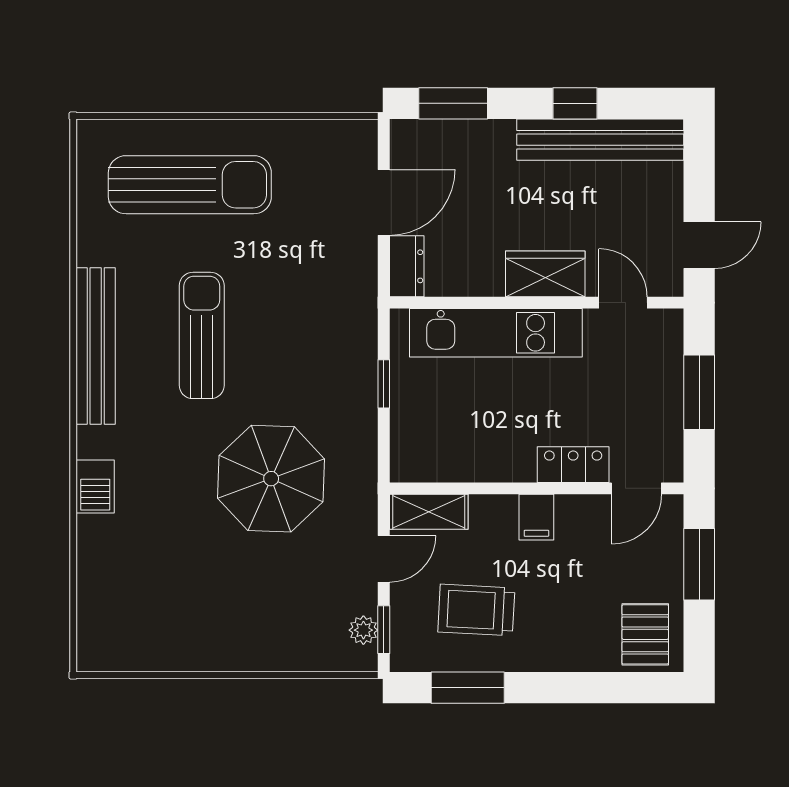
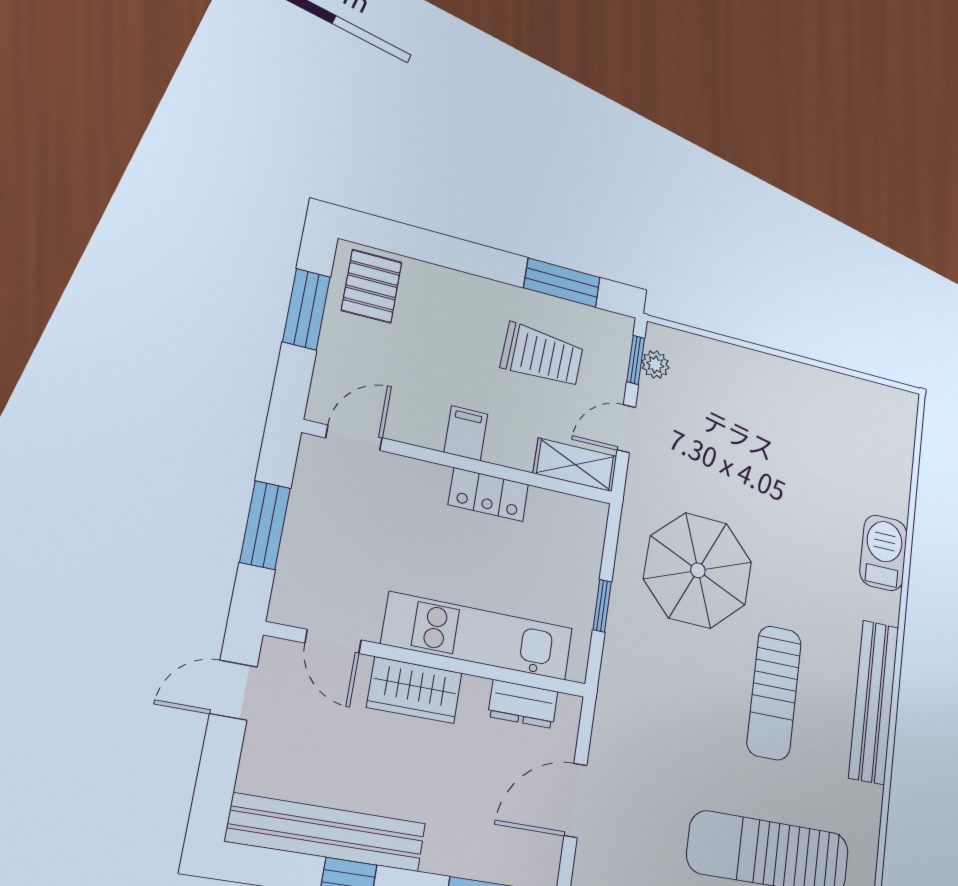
dresser: (407, 266) -> (523, 704), moved, turned -90
locker: (573, 465) -> (488, 495), moved
parasol: (271, 479) -> (698, 570), moved
barbecue: (95, 486) -> (884, 553), width x1.38, depth x1.27
window: (699, 564) -> (306, 309), moved

